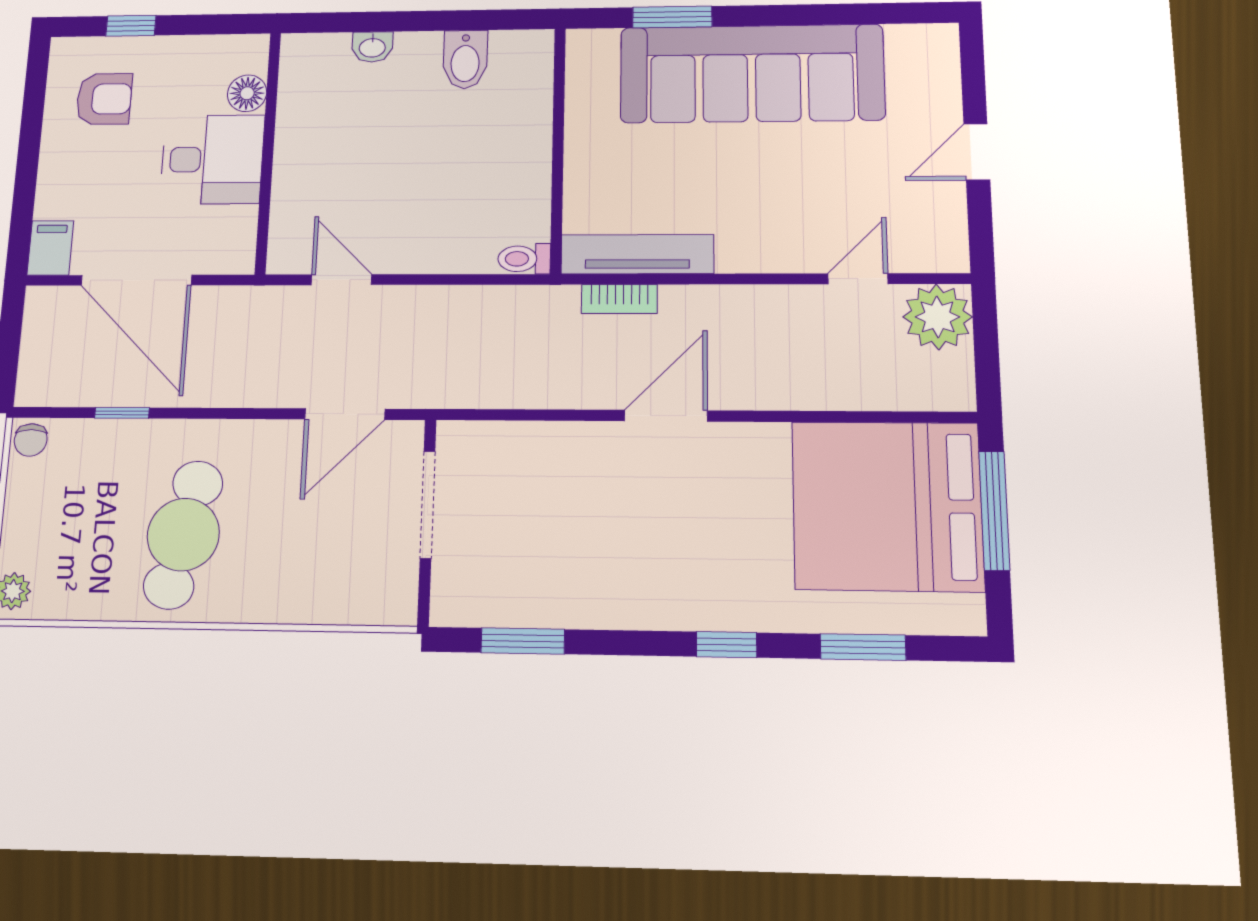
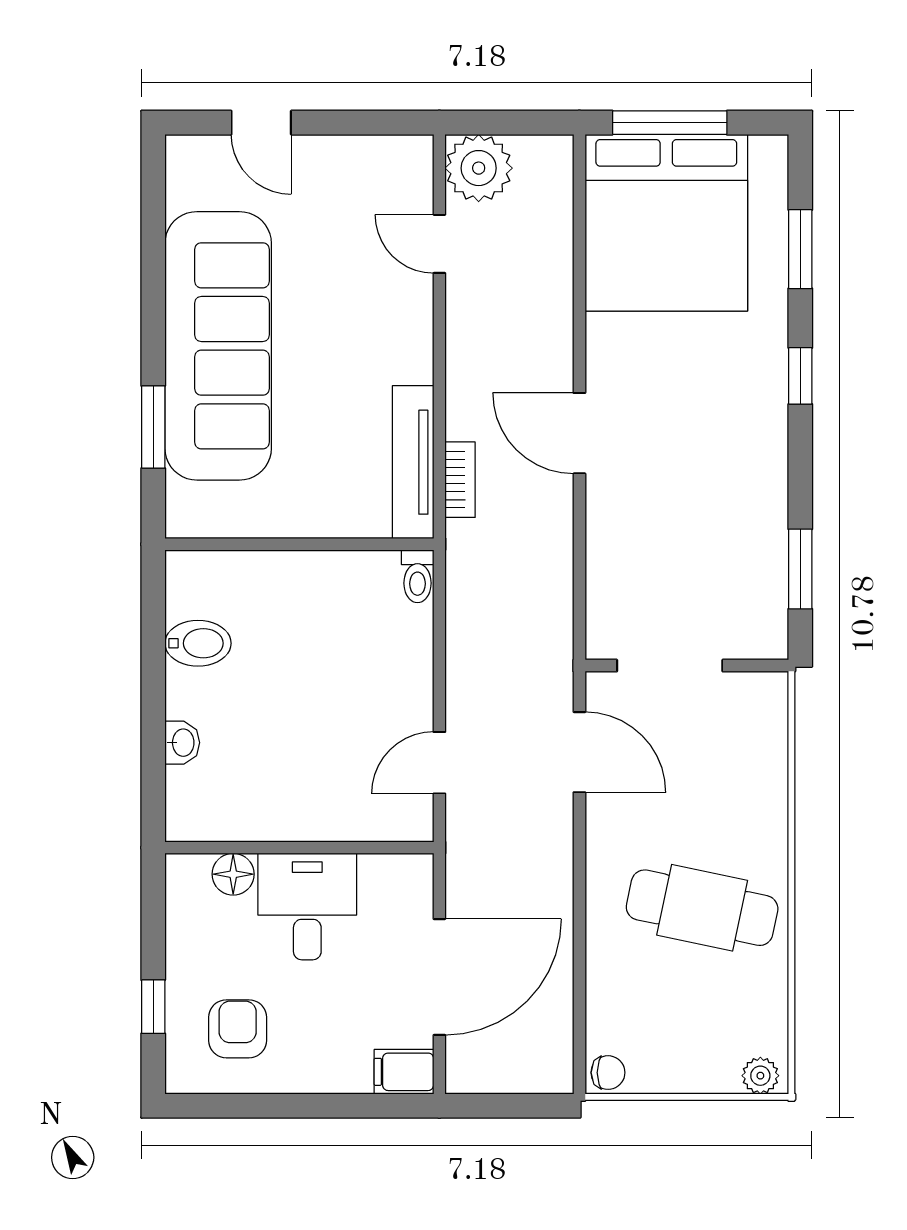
door: (977, 152) -> (261, 123), moved
window: (122, 413) -> (579, 980), removed

